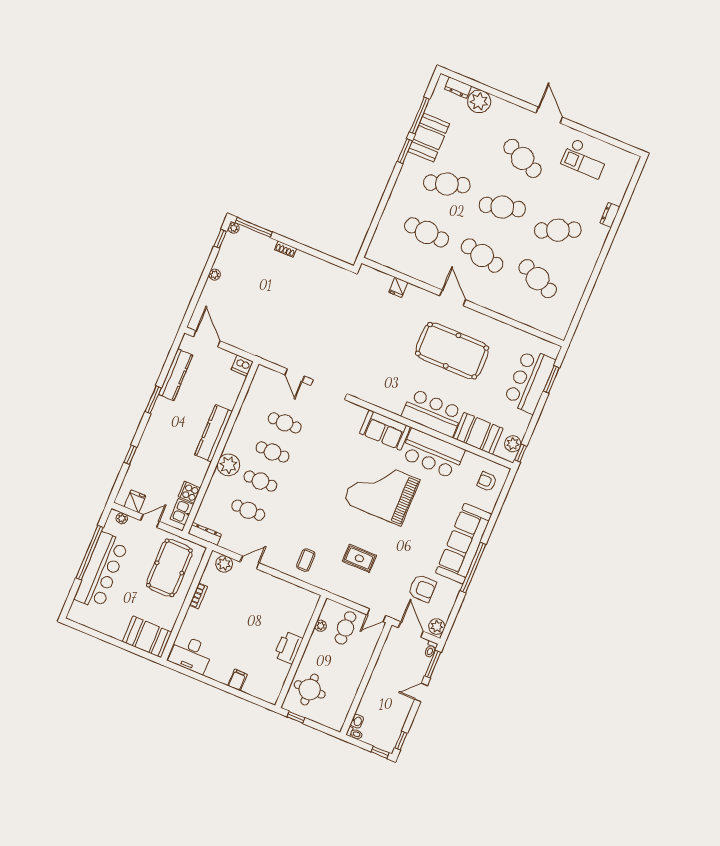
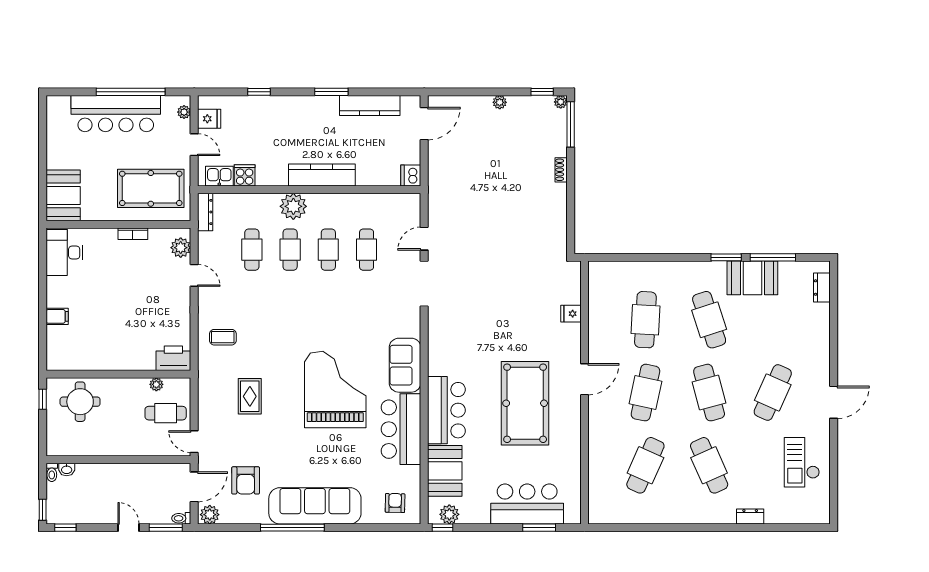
plant: (479, 101) -> (816, 317), removed
printer: (288, 648) -> (173, 358), moved

